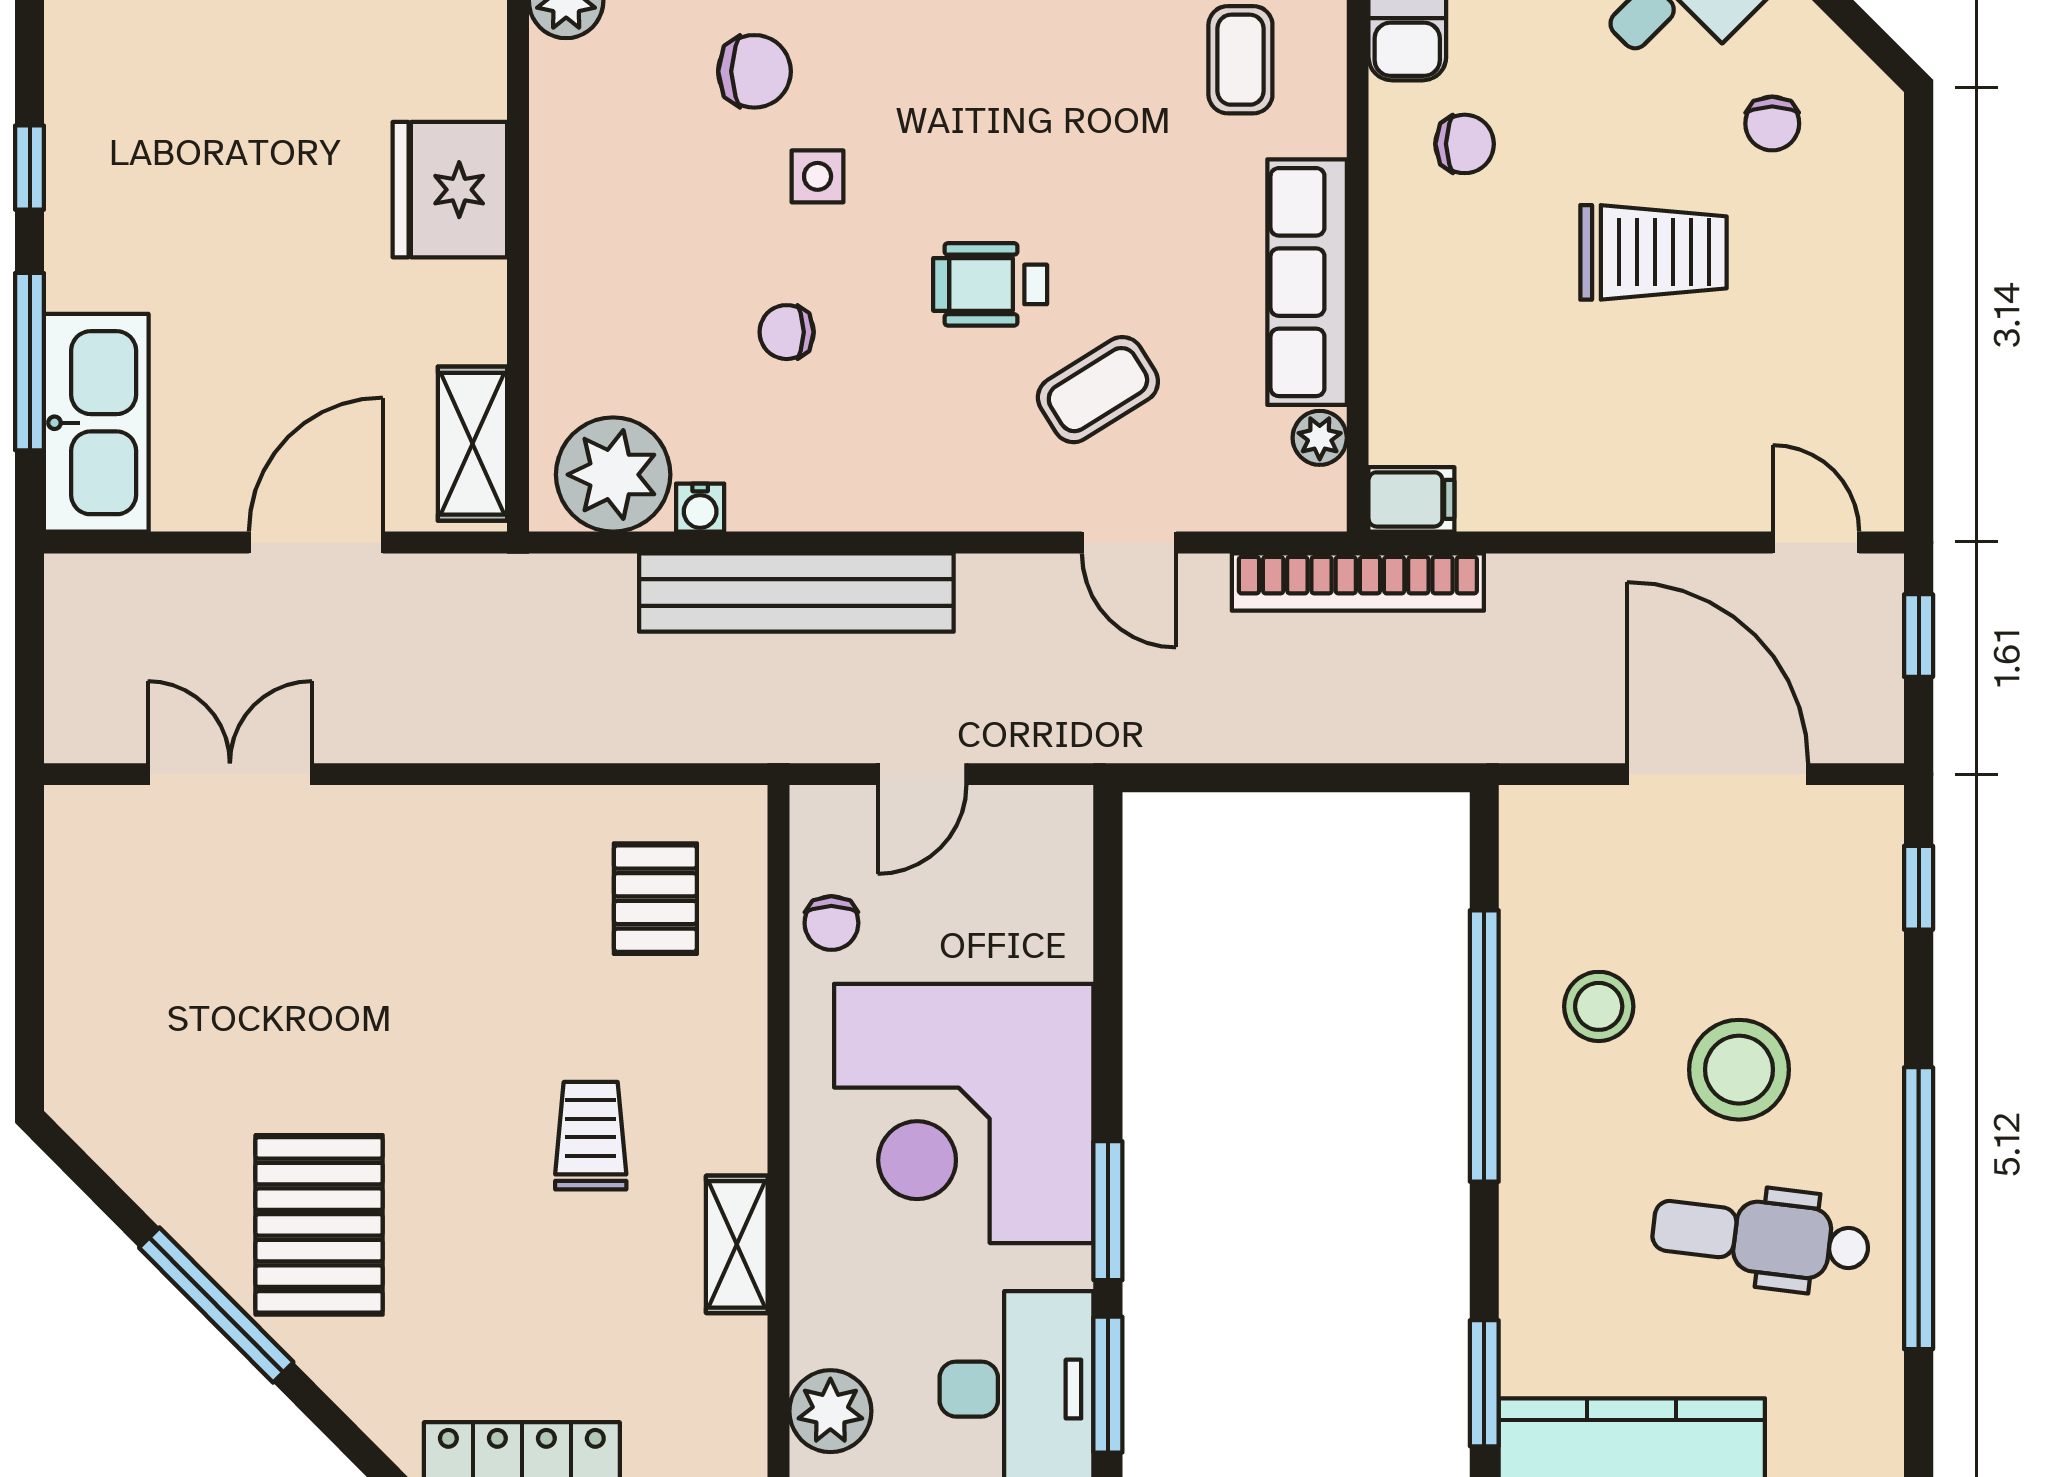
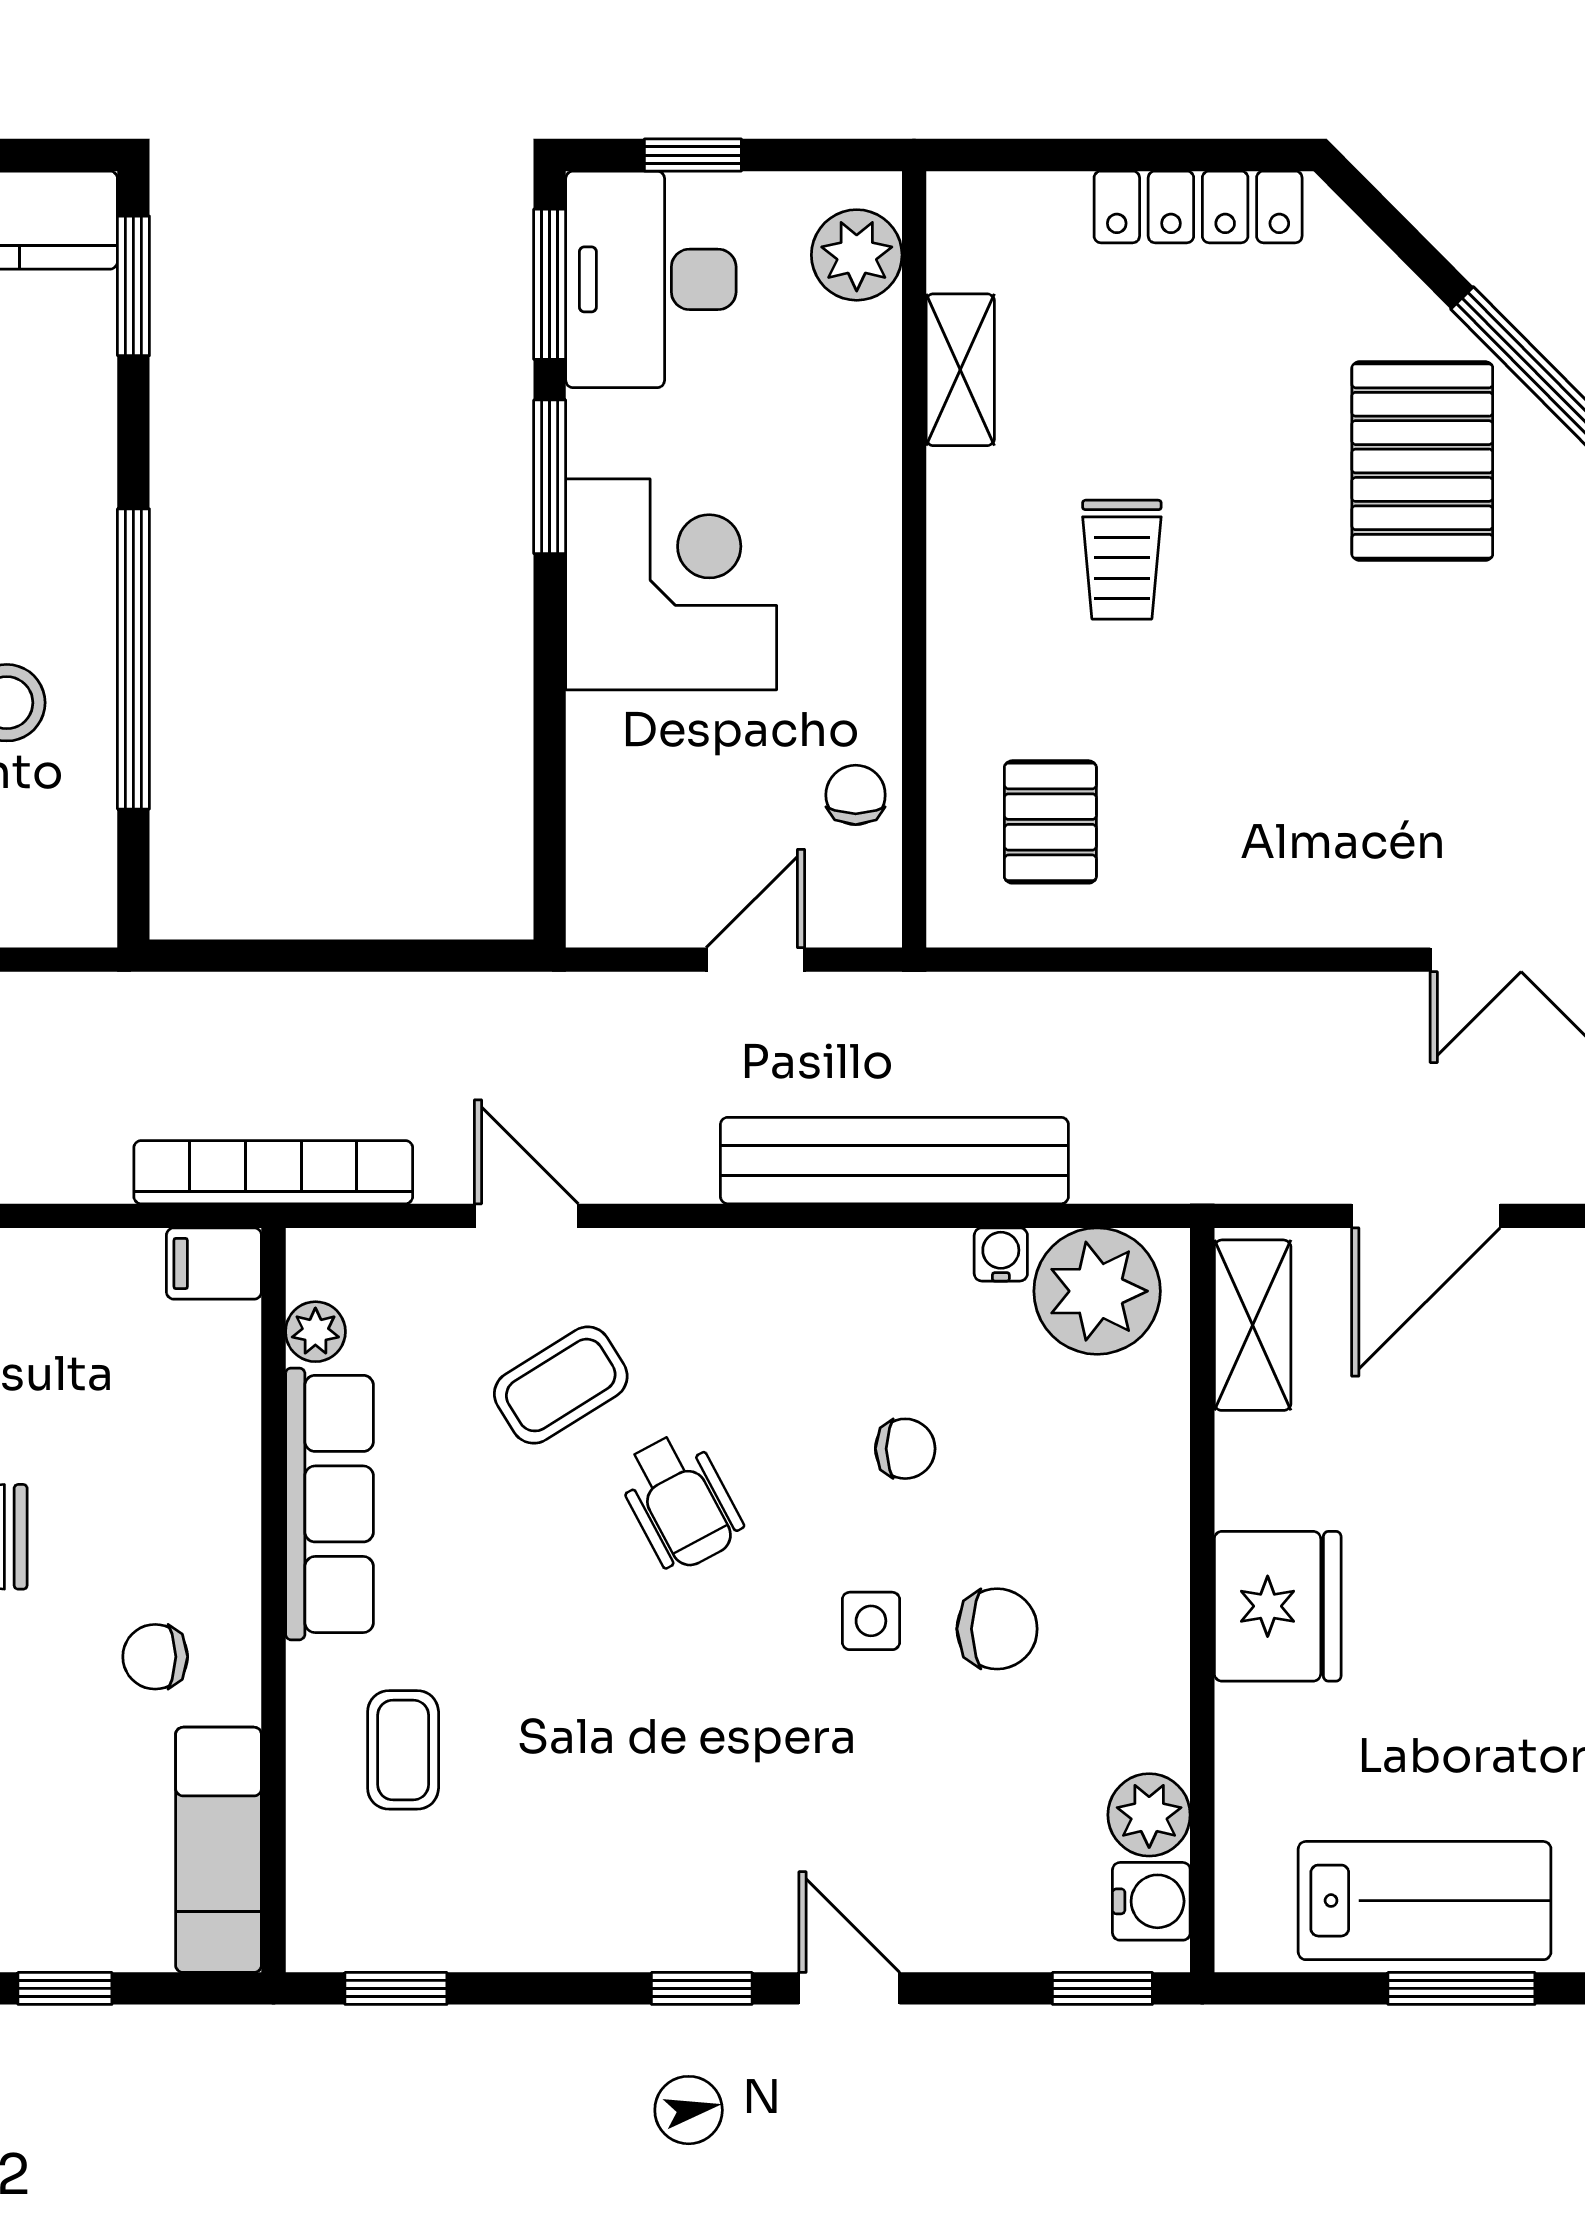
chair: (754, 71) -> (997, 1629), moved, turned 180
wheelchair: (990, 284) -> (680, 1501), turned 62
corner desk: (964, 1113) -> (671, 584), width x0.74, depth x0.74
shelving: (737, 1244) -> (960, 370), moved

